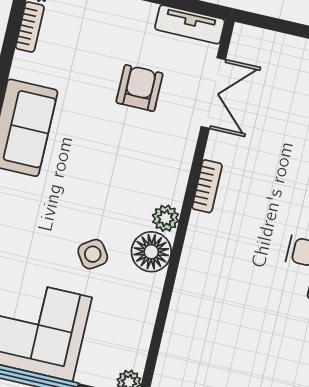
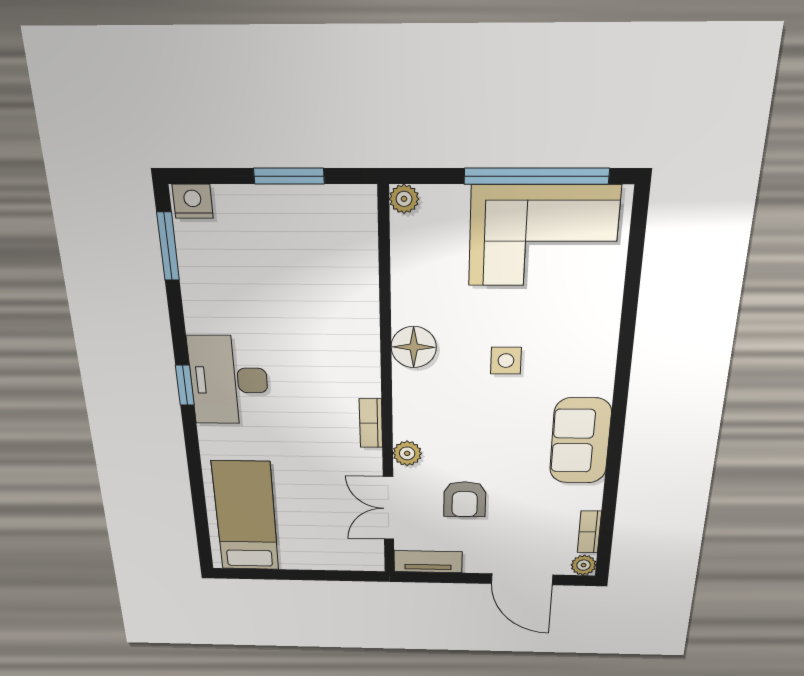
plant: (166, 218) -> (407, 453), moved
side table: (93, 254) -> (506, 361), moved, turned 34

